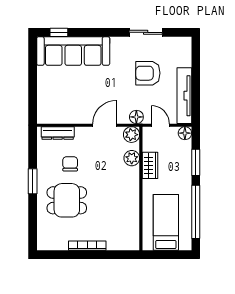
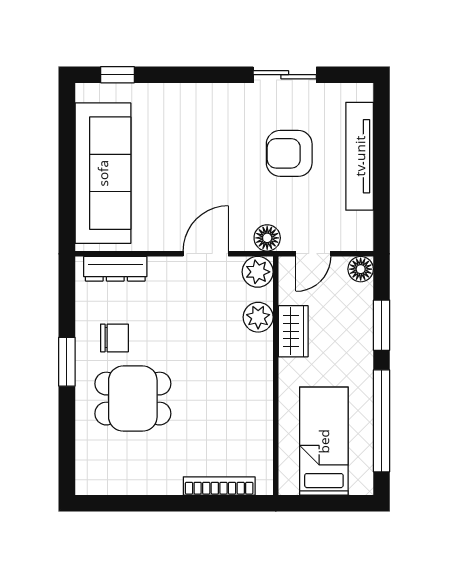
sofa: (73, 51) -> (103, 173), moved, turned -90
tv unit: (184, 96) -> (360, 156), moved
door: (160, 125) -> (313, 254), swing flipped
chair: (70, 164) -> (114, 338), moved, turned 90
bookcase: (87, 246) -> (219, 486), moved

